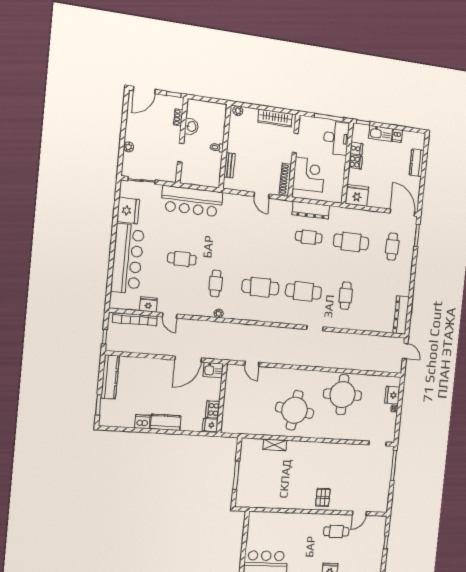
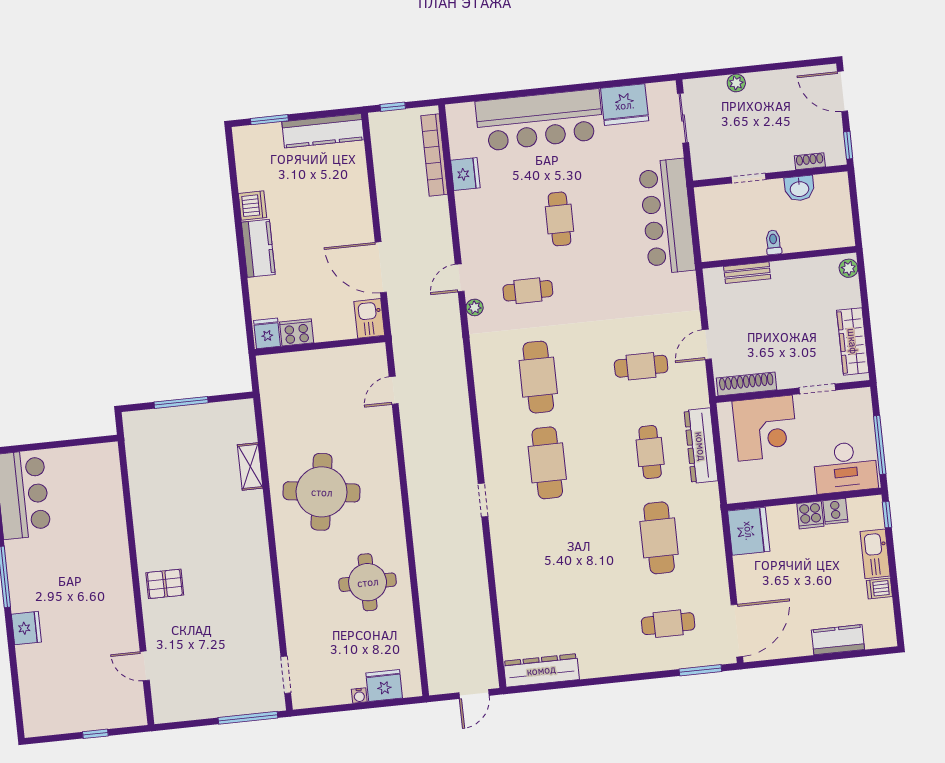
cafe table: (346, 296) -> (641, 366), moved
door: (170, 315) -> (460, 278), moved
round table: (342, 395) -> (368, 582), width x0.73, depth x0.73
cafe table: (336, 531) -> (103, 625), removed

